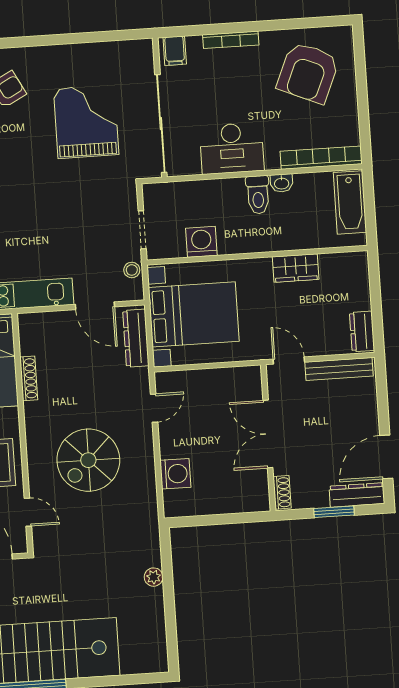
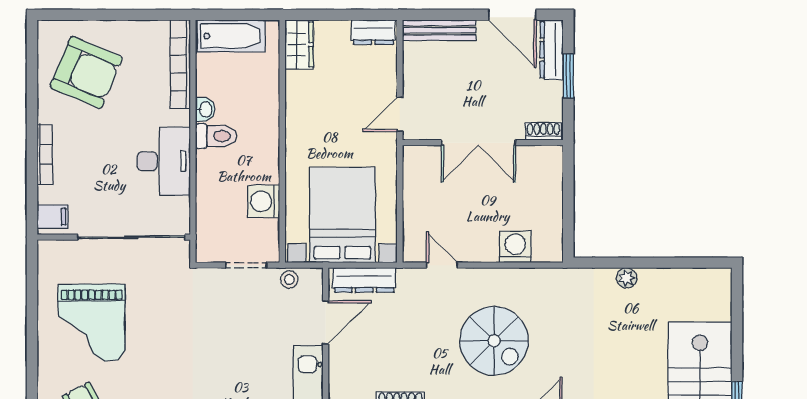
grand piano: (86, 122) -> (92, 323), moved, turned -90
wardrobe: (296, 268) -> (299, 45), moved
bench: (339, 369) -> (439, 30), moved, turned 90

